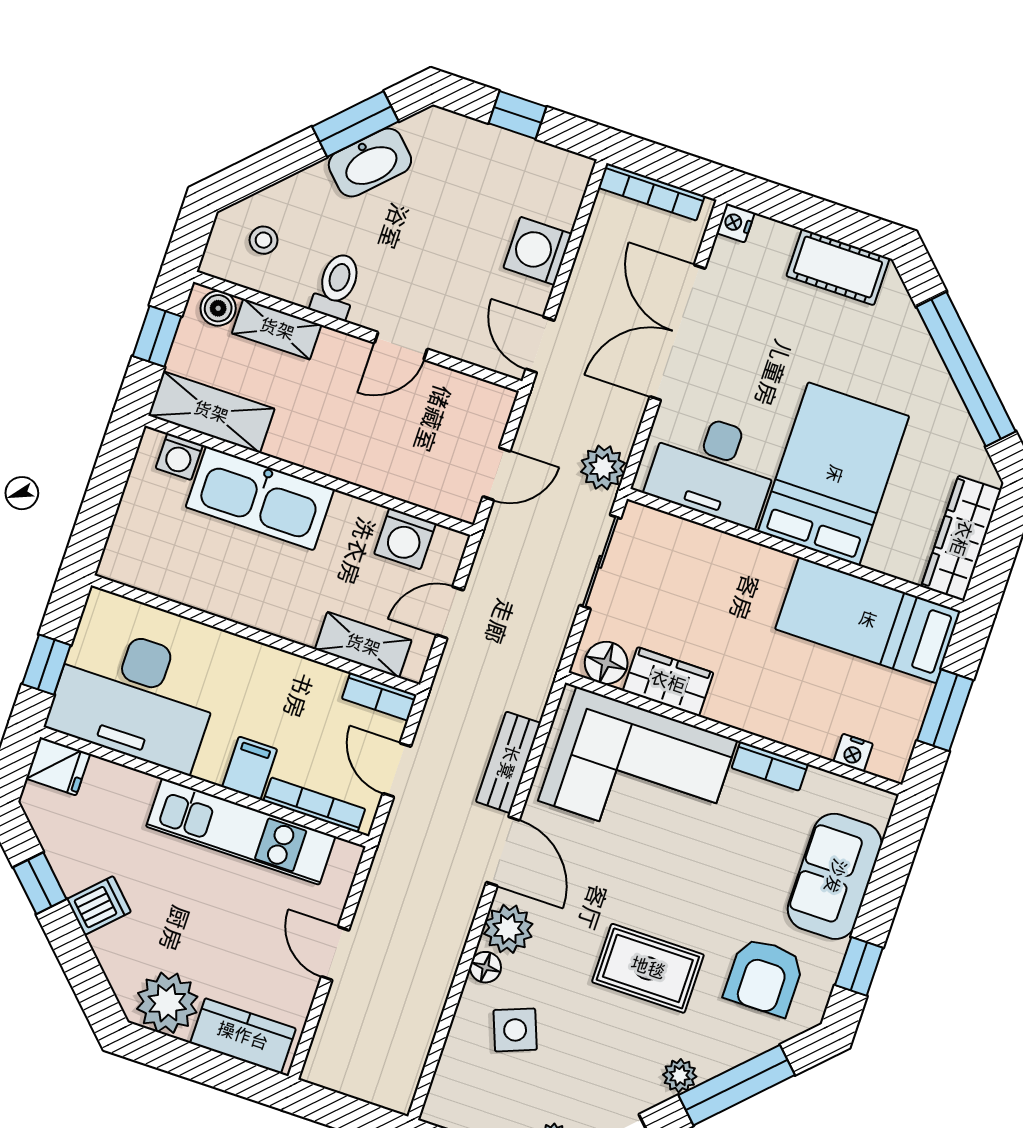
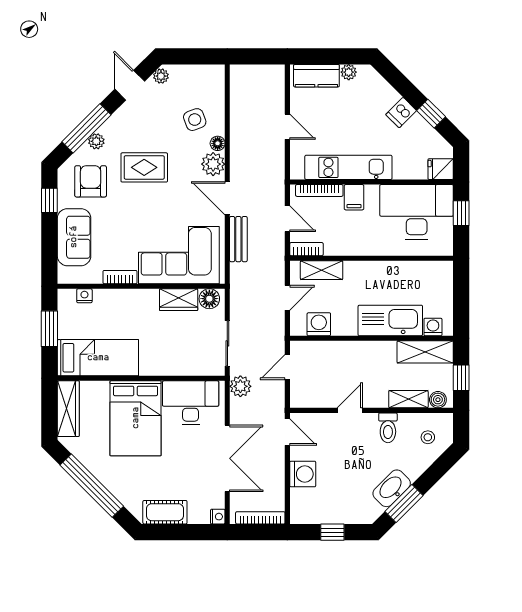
plant: (167, 1003) -> (349, 72), width x0.53, depth x0.53
plant: (680, 1076) -> (96, 141), moved

